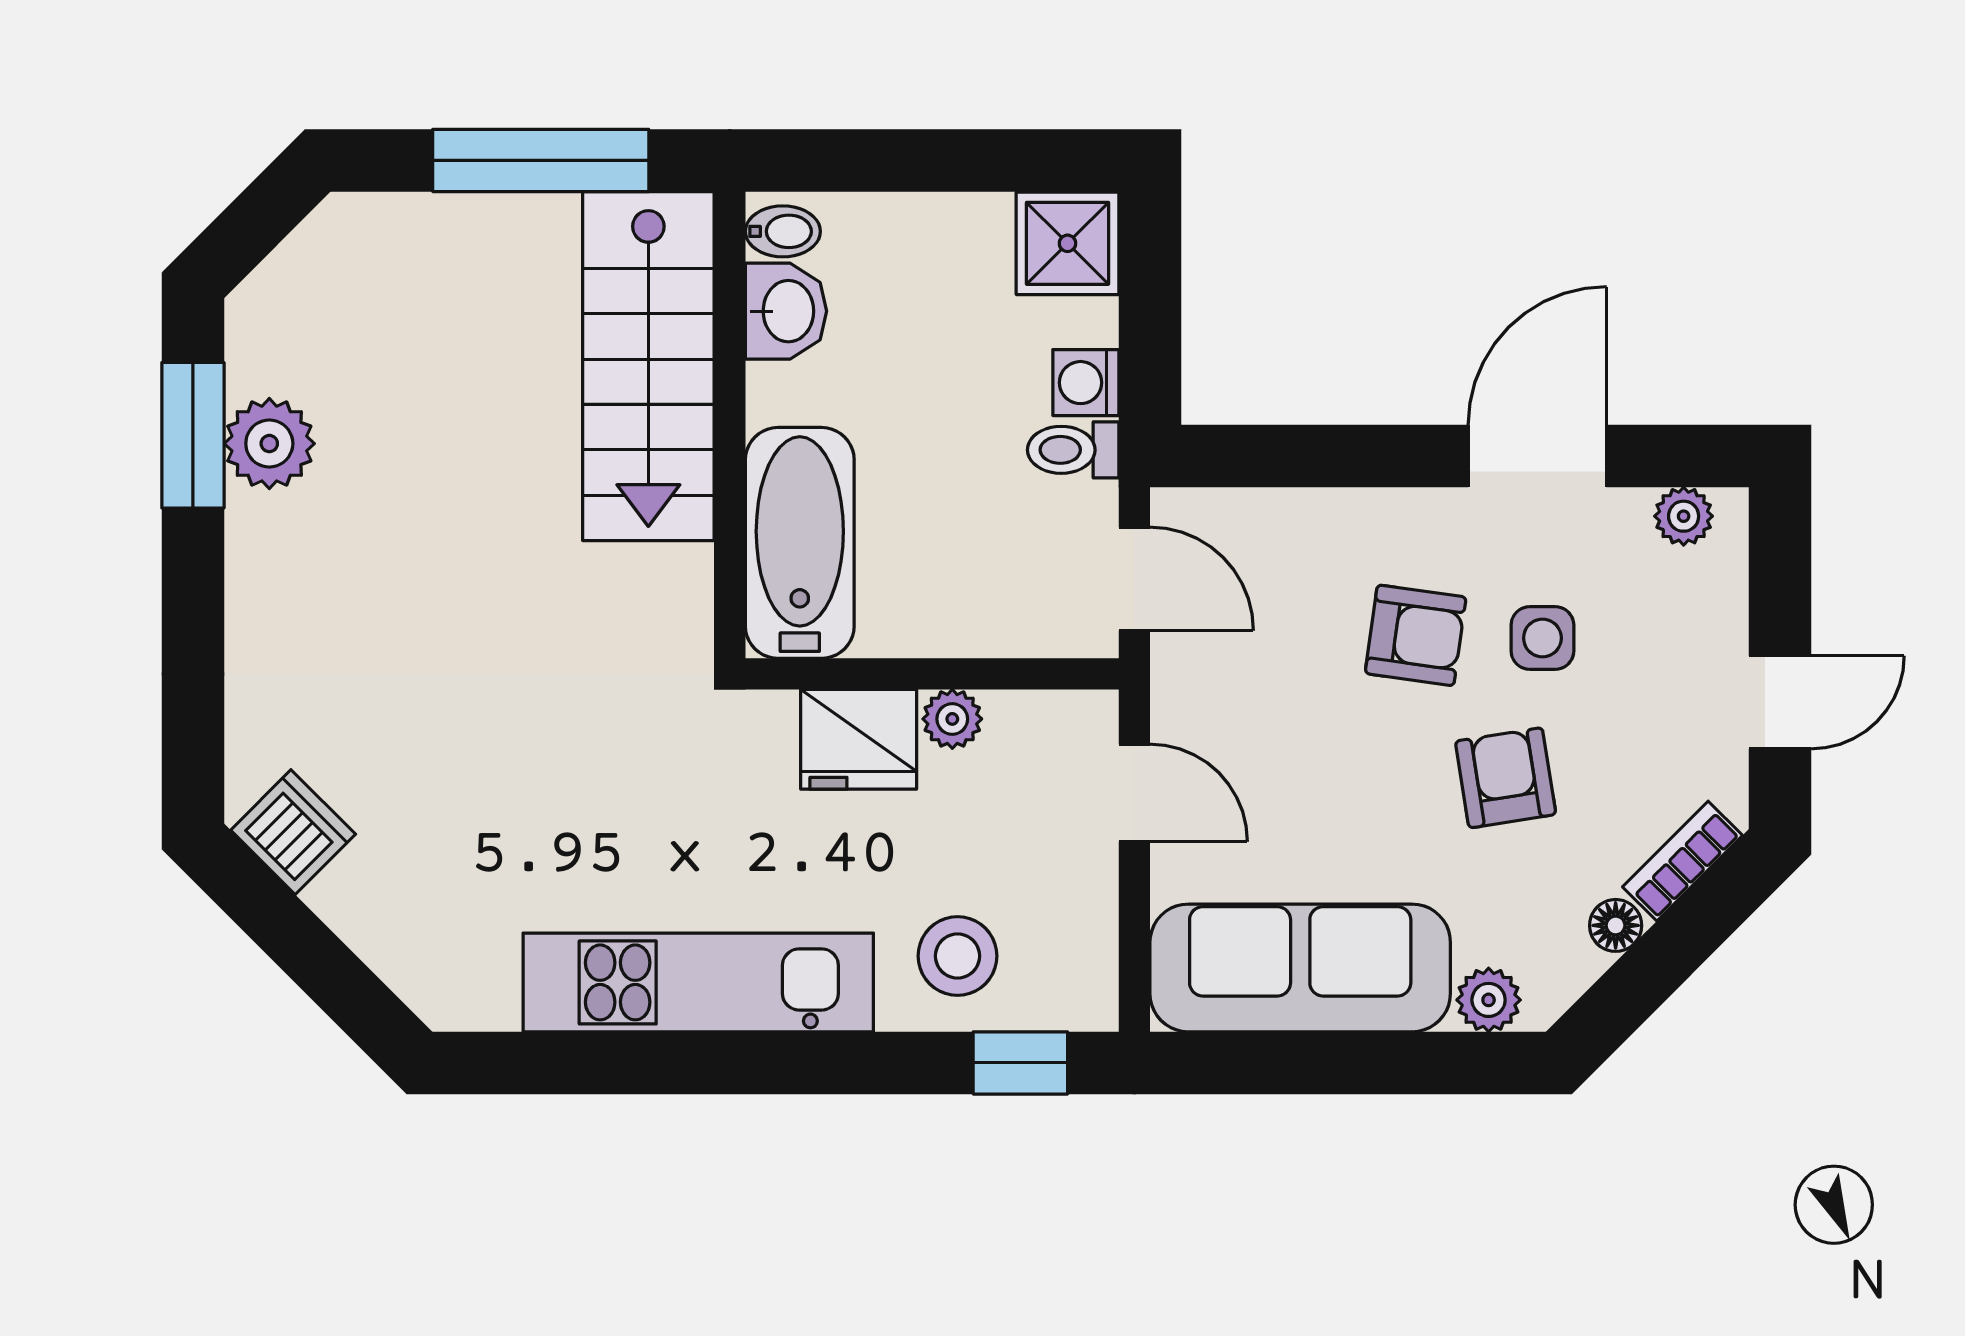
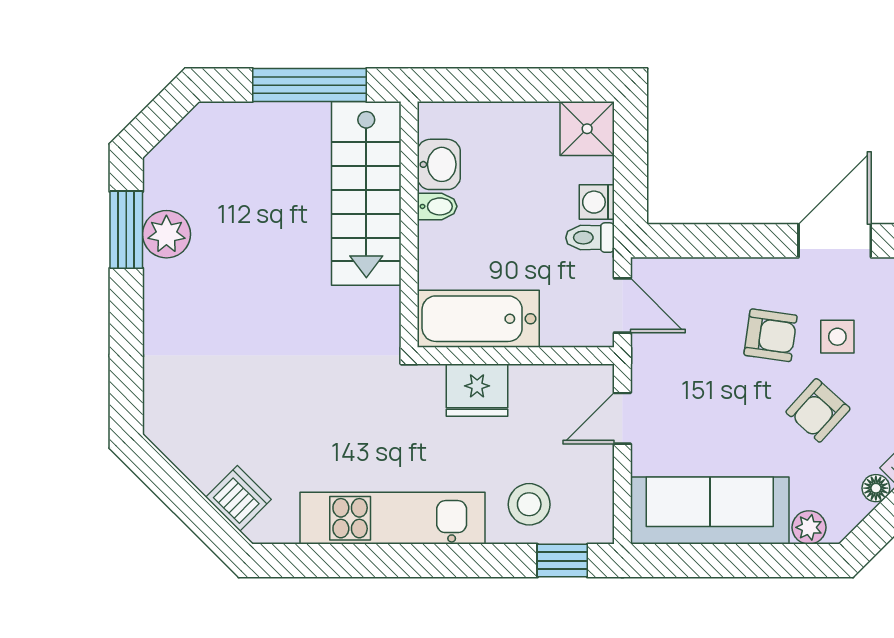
bidet: (783, 231) -> (437, 206), moved
bathtub: (800, 543) -> (478, 319), moved, turned -90
plant: (952, 719) -> (526, 379), removed
armchair: (1506, 778) -> (818, 410), turned -129
door: (1134, 793) -> (622, 418), swing flipped
dishwasher: (293, 832) -> (238, 498), moved

